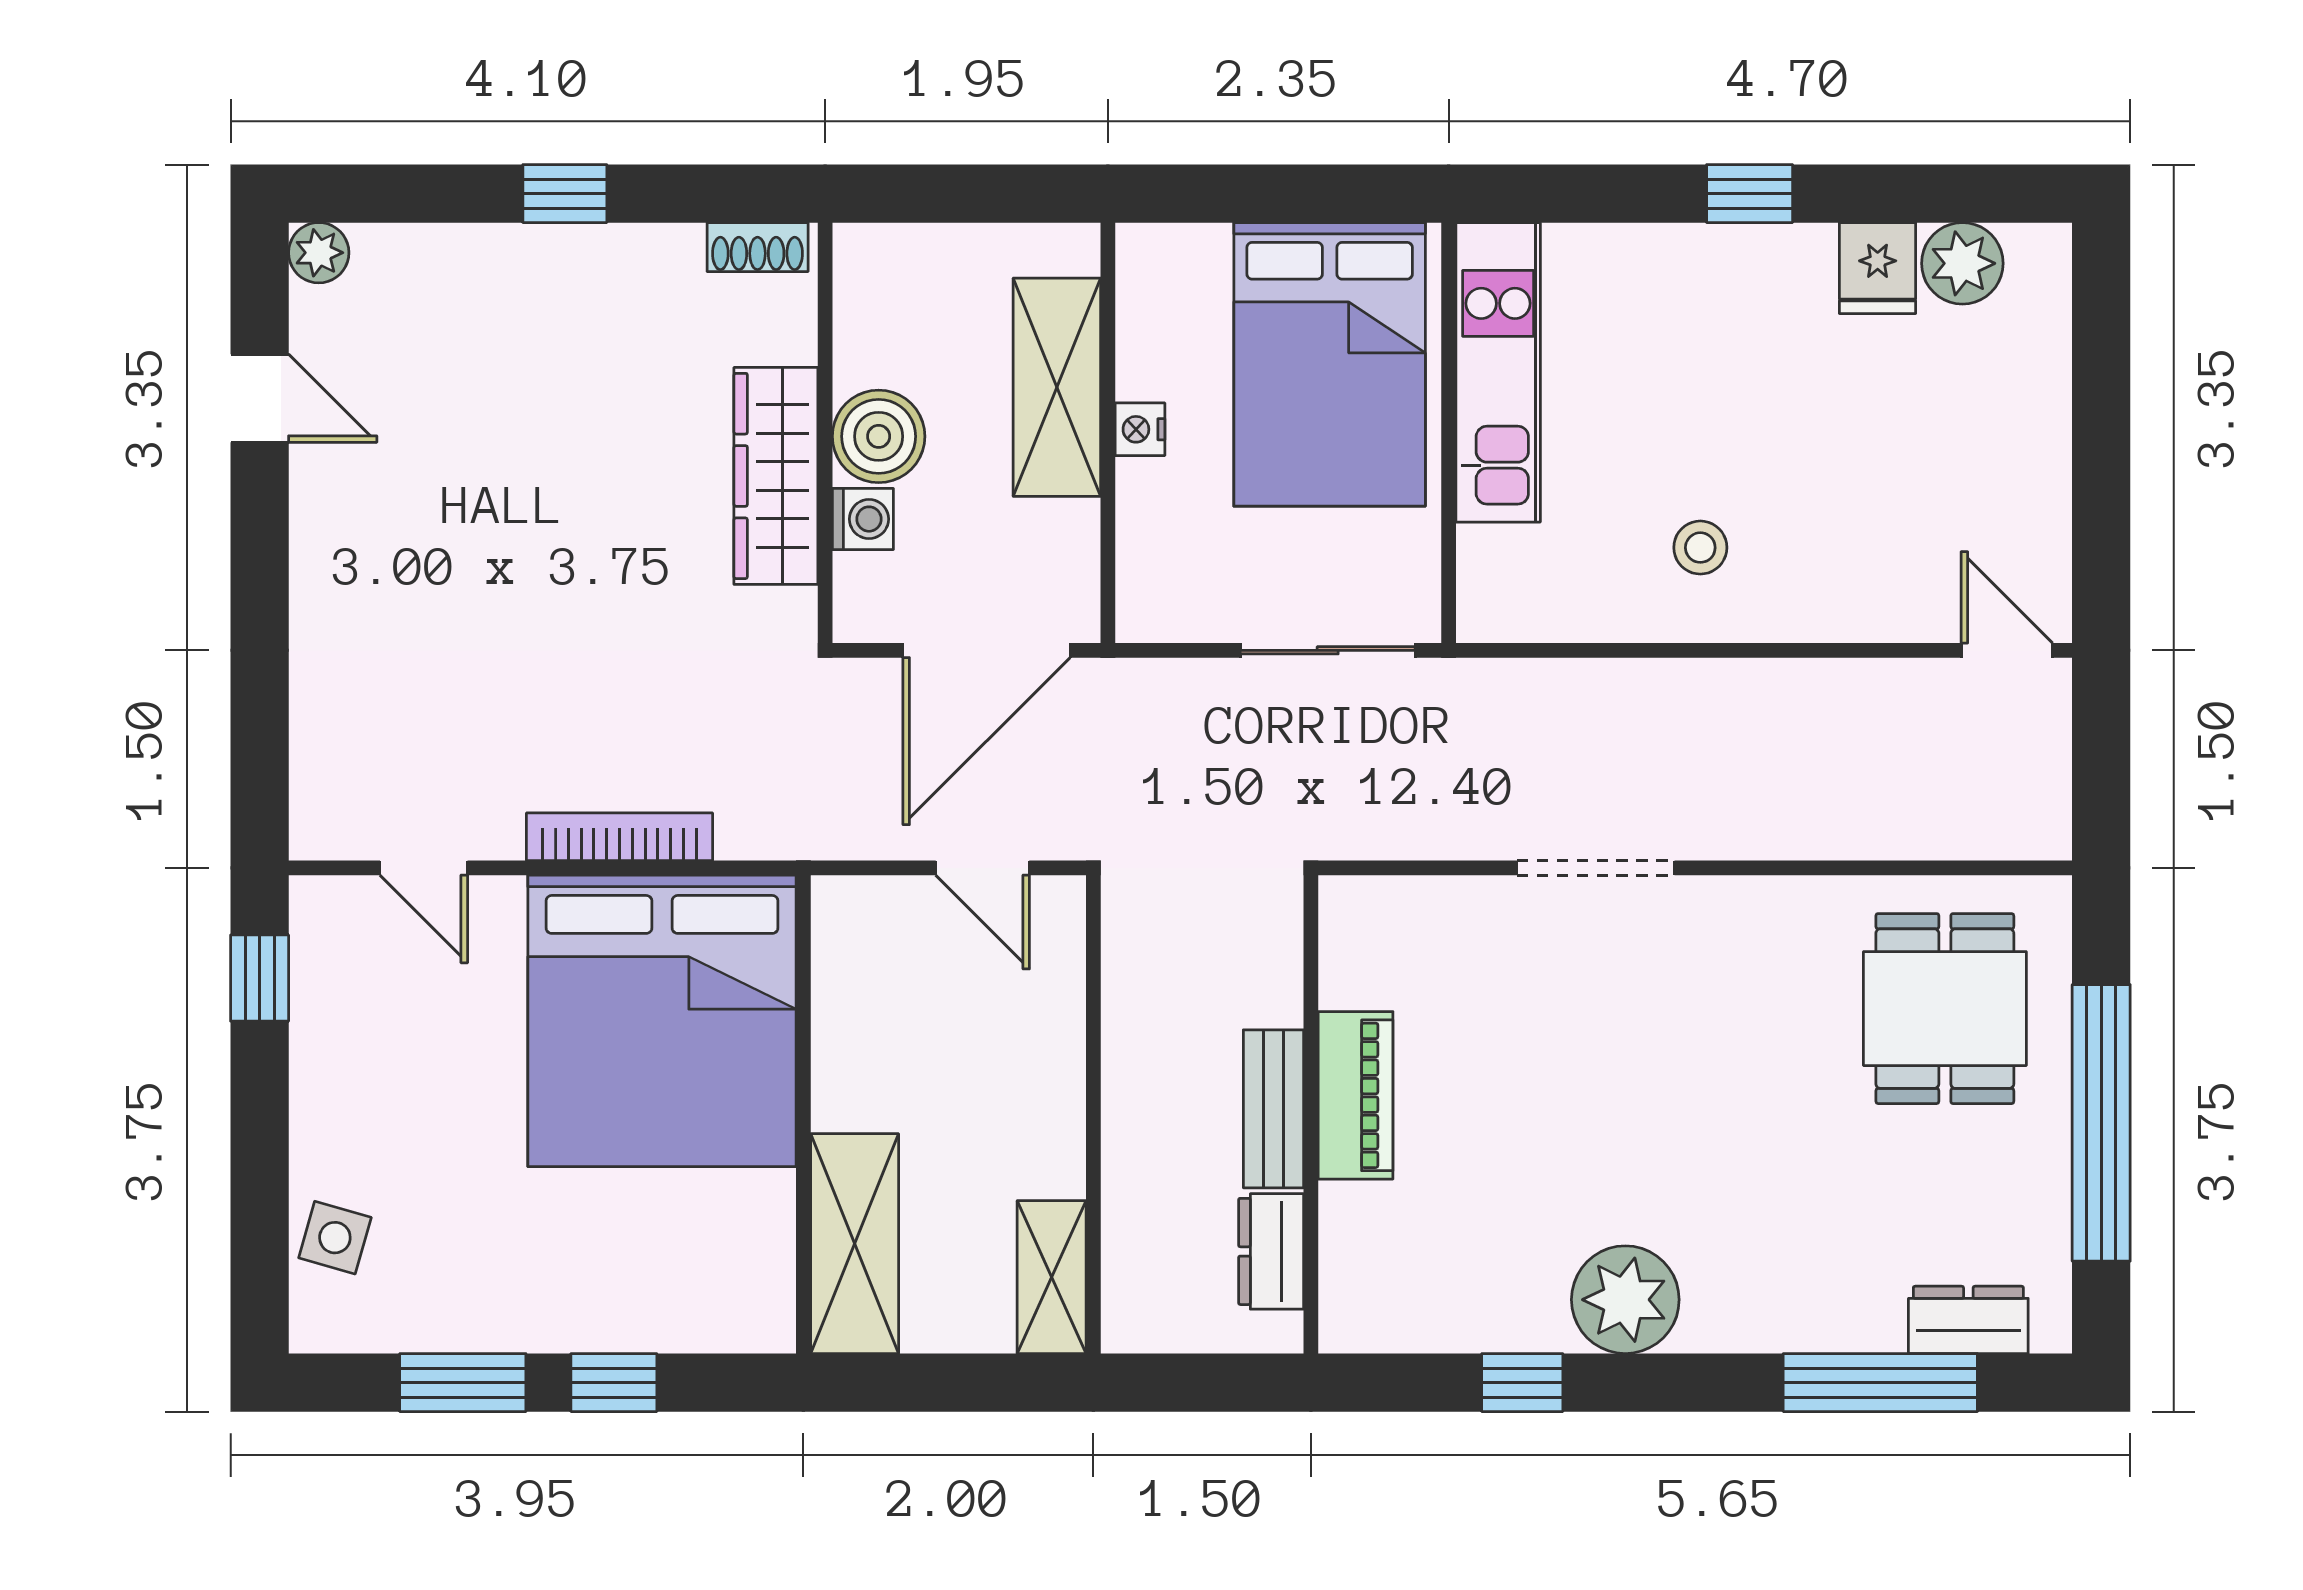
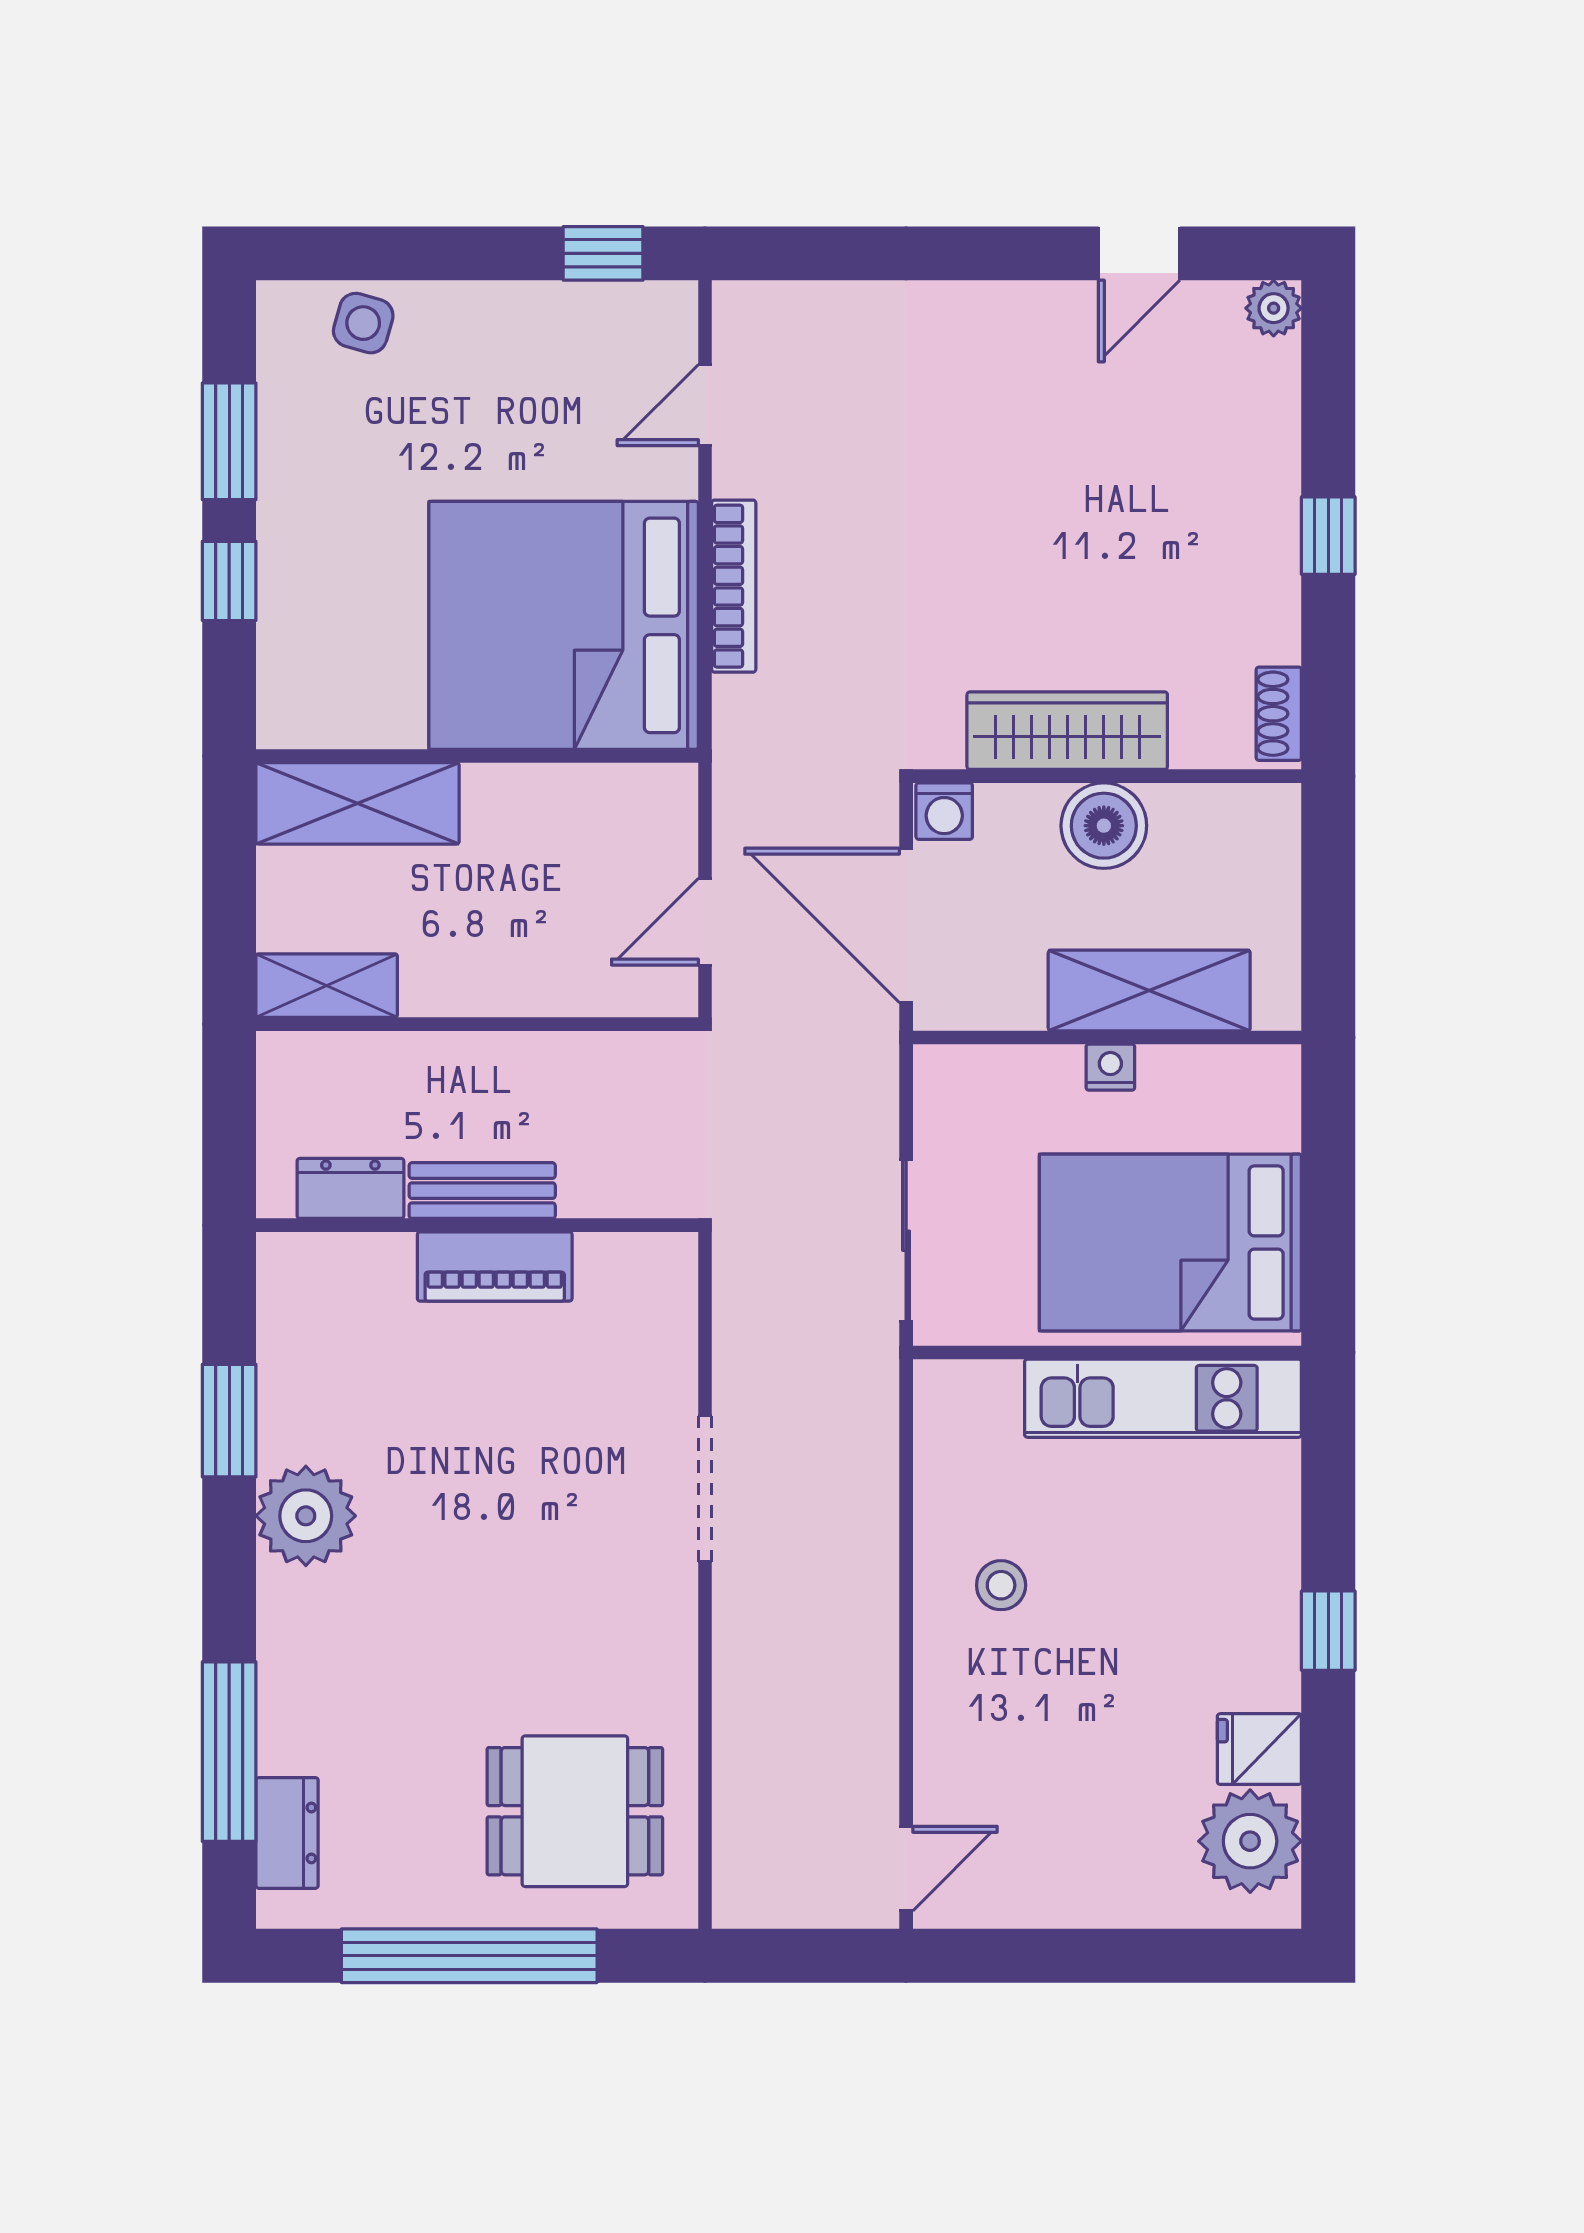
plant: (1962, 263) -> (1250, 1841), width x1.36, depth x1.36
washing machine: (863, 519) -> (944, 811), moved
window: (1522, 1383) -> (229, 1421), width x1.50

